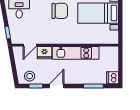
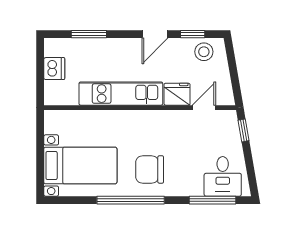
dishwasher: (113, 78) -> (54, 69), moved

